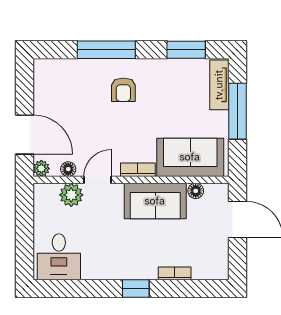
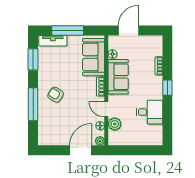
armchair: (123, 90) -> (56, 95), turned -147
desk: (59, 257) -> (150, 112), moved

